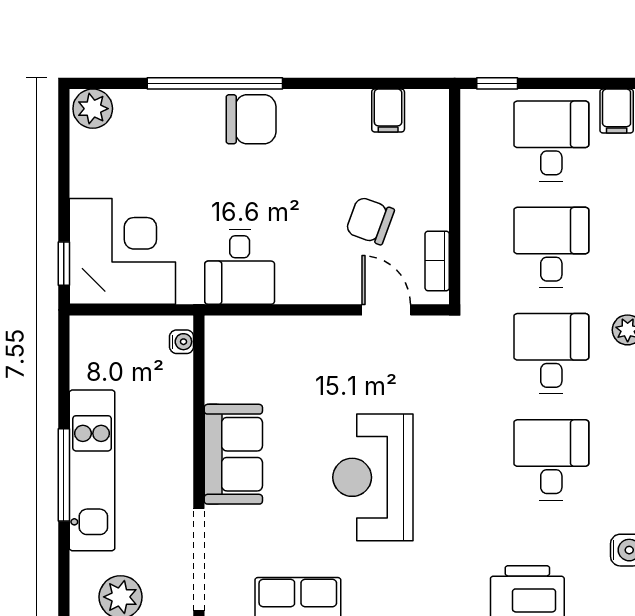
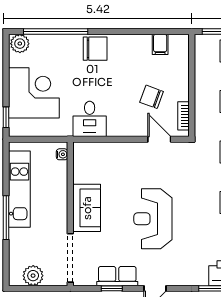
window: (215, 83) -> (56, 32), moved
corner desk: (122, 251) -> (34, 93), moved
kitchen unit: (92, 470) -> (19, 189), moved

